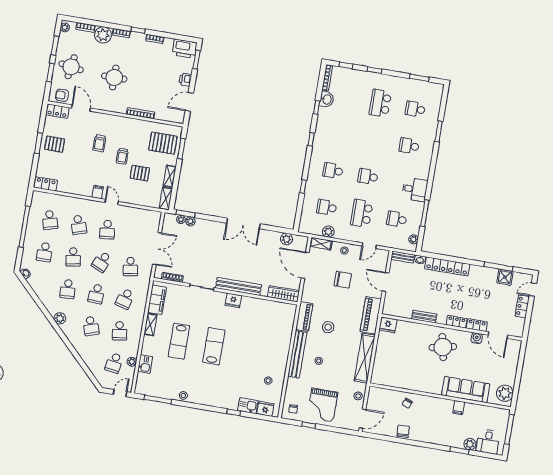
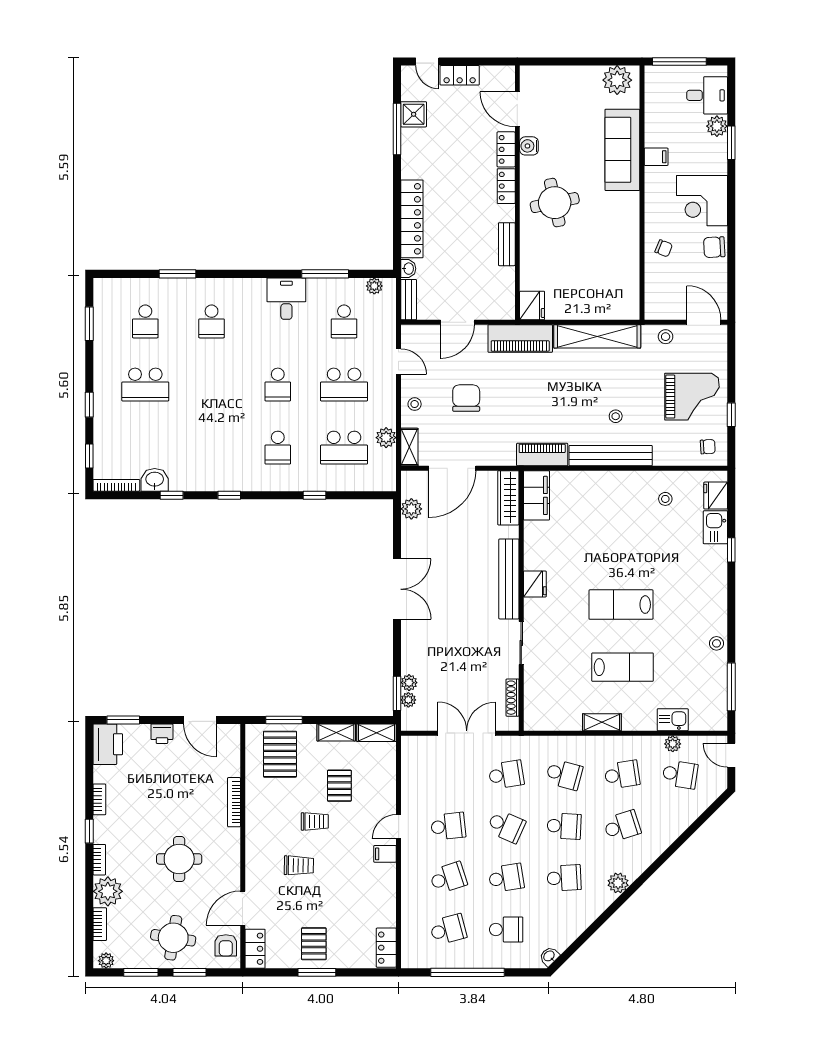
school desk: (327, 207) -> (344, 448), width x1.85
filing cabinet: (157, 300) -> (536, 495), moved, turned 90
stool: (328, 327) -> (554, 410), removed
door: (498, 335) -> (517, 109), swing flipped
corner desk: (430, 429) -> (702, 201), added

